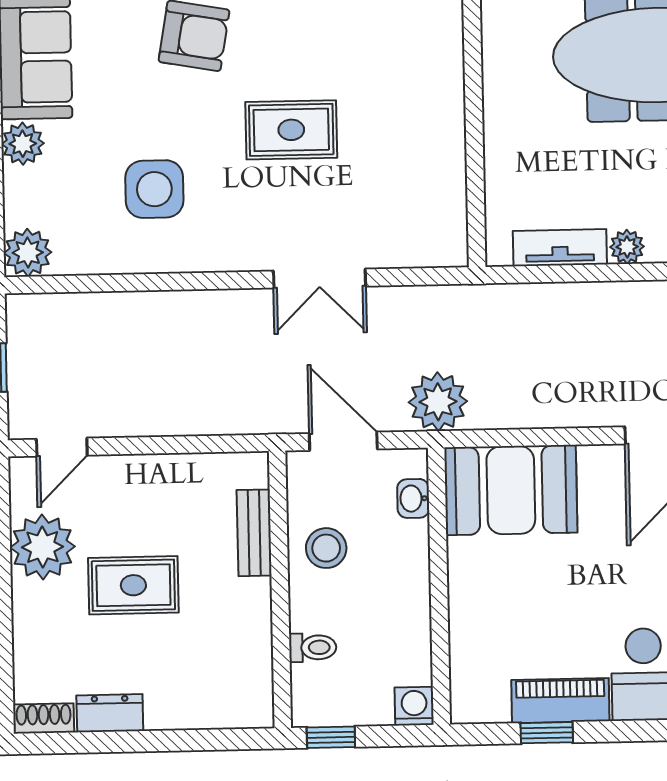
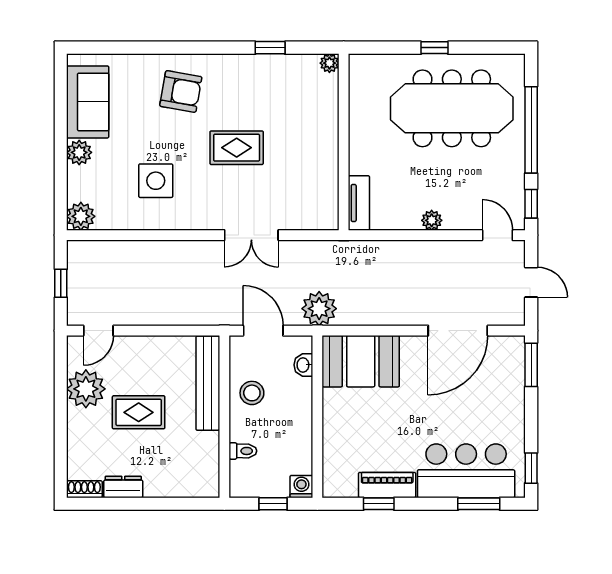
tv unit: (560, 248) -> (359, 203), moved, turned 90
bench: (254, 533) -> (208, 383), width x1.86, depth x1.21
window: (331, 737) -> (273, 504), moved

